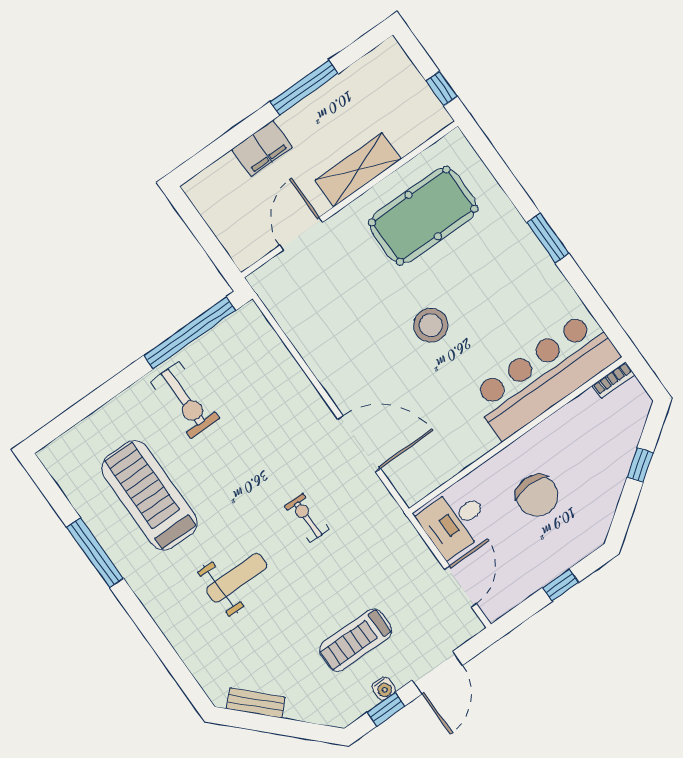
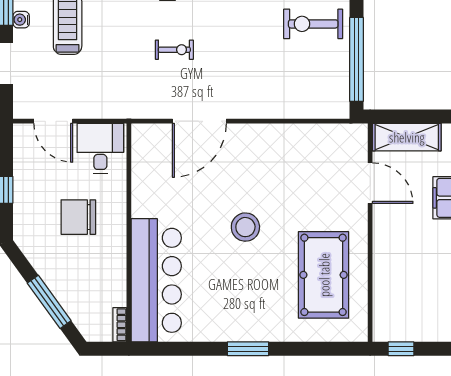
shelving: (358, 170) -> (407, 137), moved, turned 90
window: (640, 465) -> (49, 302), width x2.17

